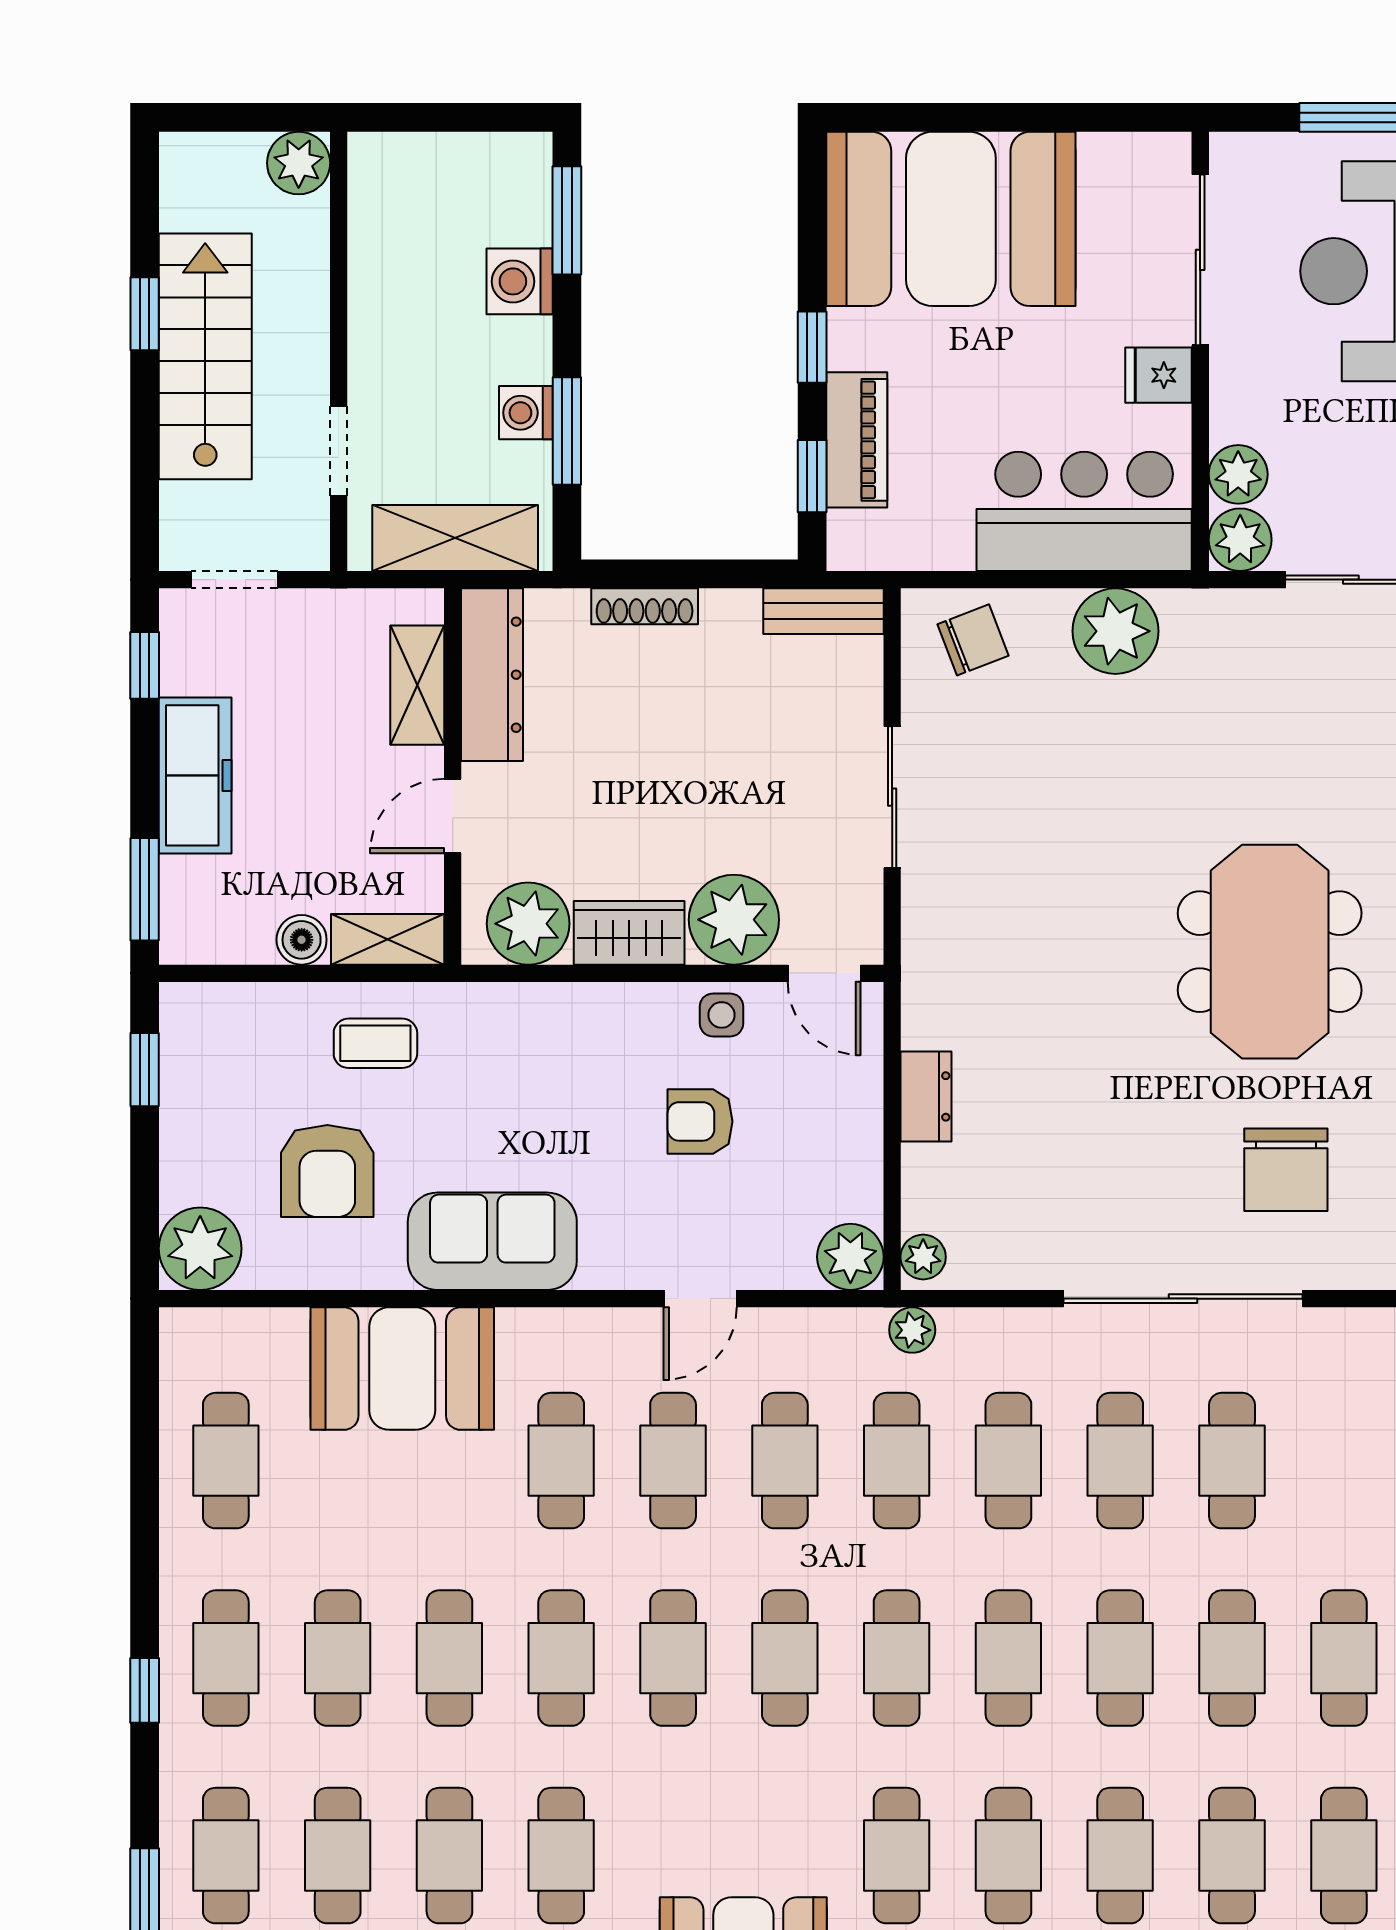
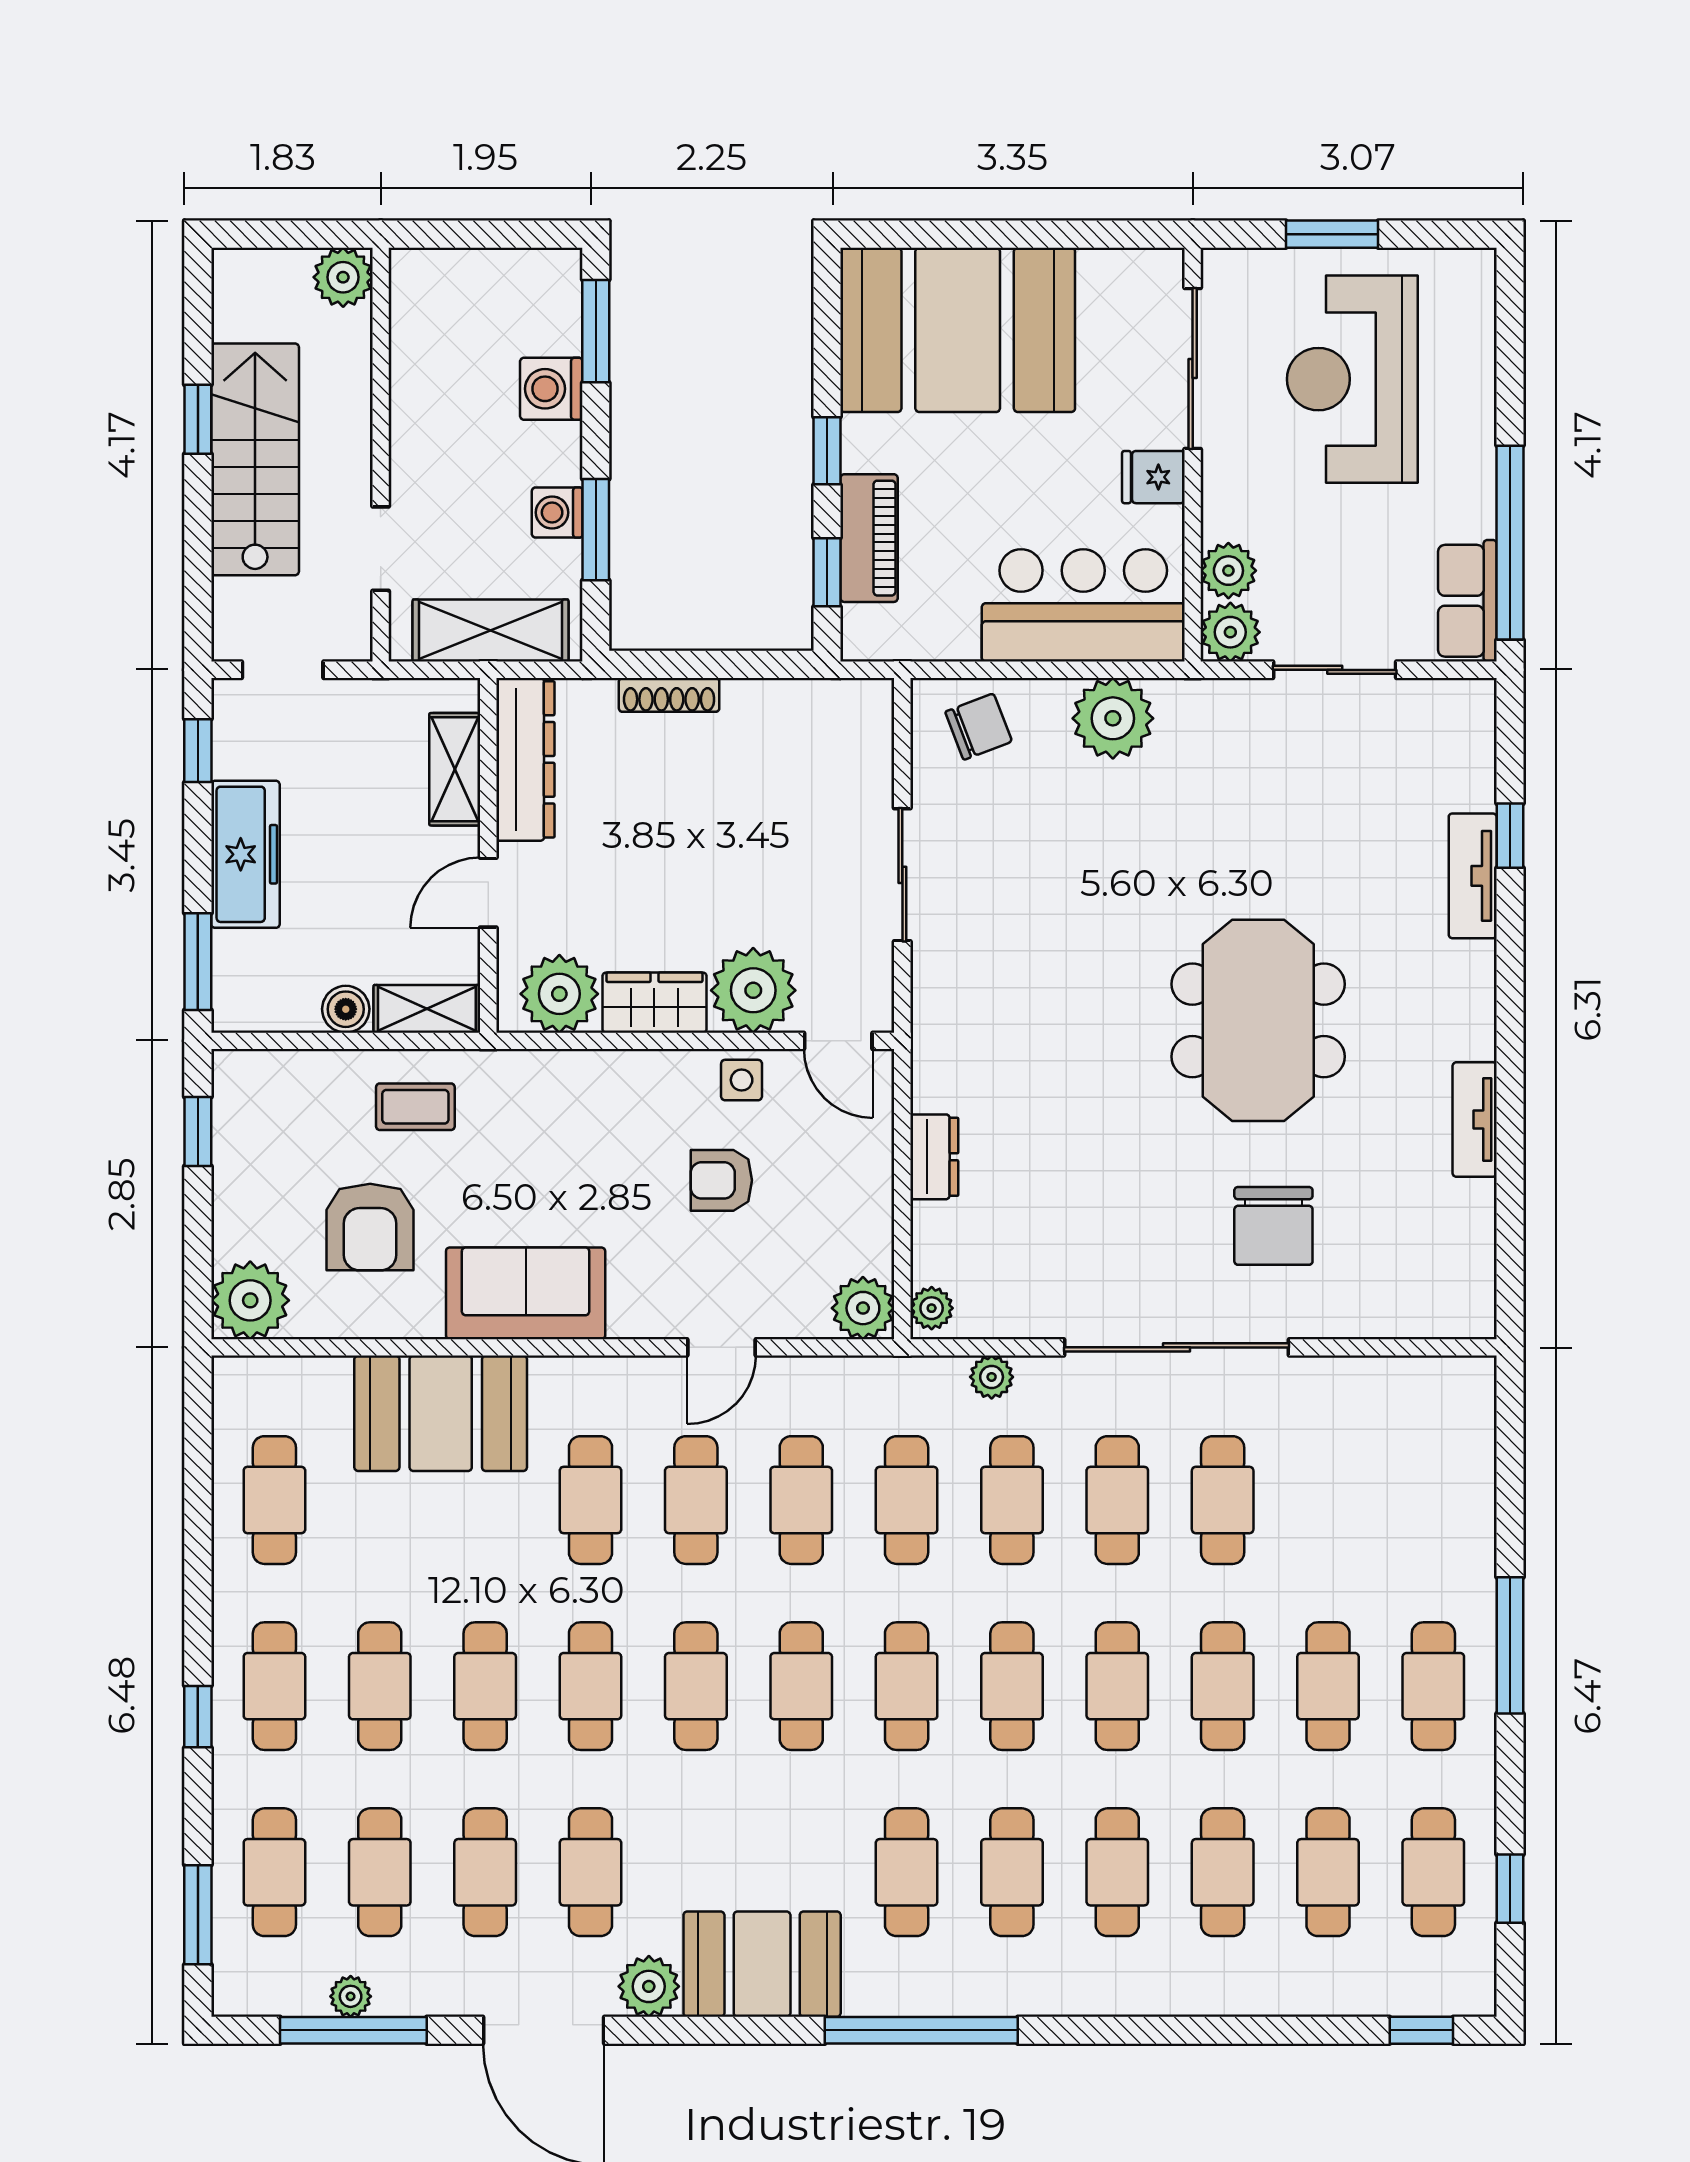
bench: (823, 611) -> (838, 699), removed
plant: (912, 1330) -> (992, 1377), moved

